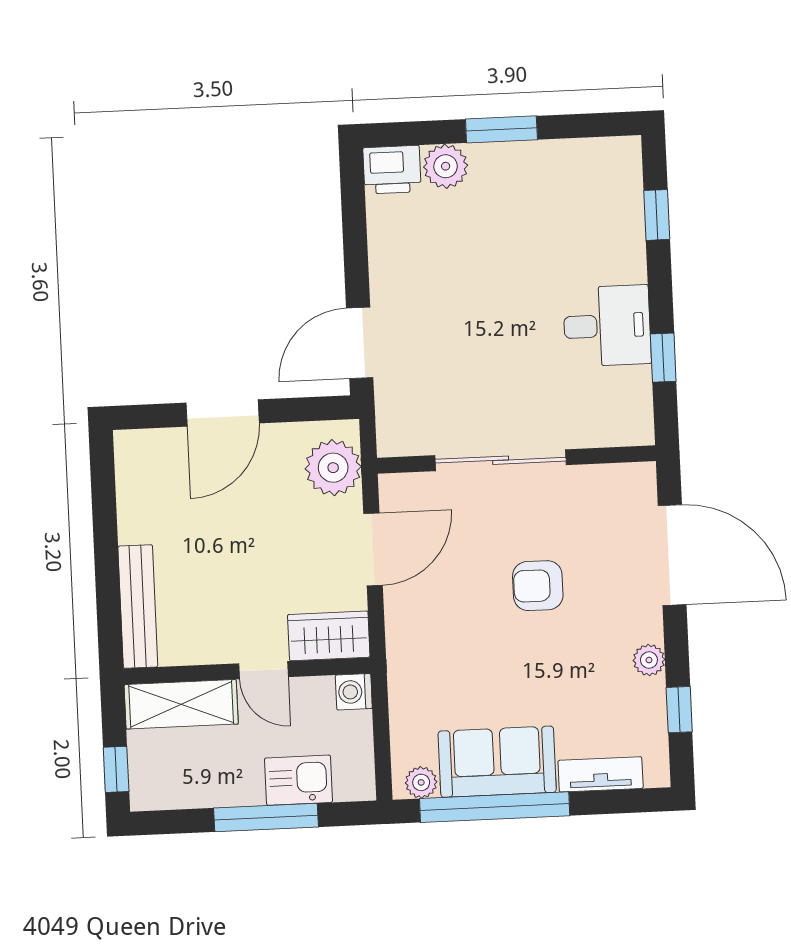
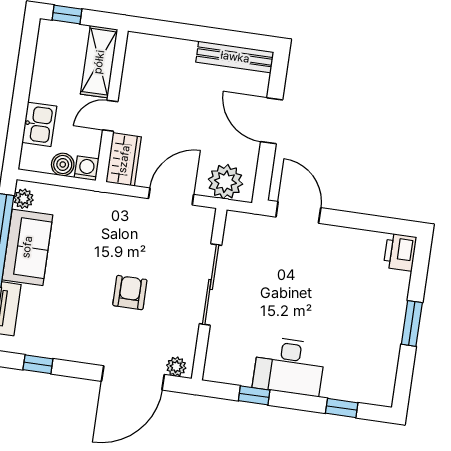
plant: (446, 166) -> (396, 285), removed
desk: (607, 326) -> (289, 366), width x1.37
door: (373, 549) -> (171, 196), swing flipped
bench: (138, 606) -> (235, 57), moved
plant: (649, 660) -> (176, 367), moved
boiler: (355, 731) -> (63, 165), added
window: (266, 817) -> (20, 100), removed

